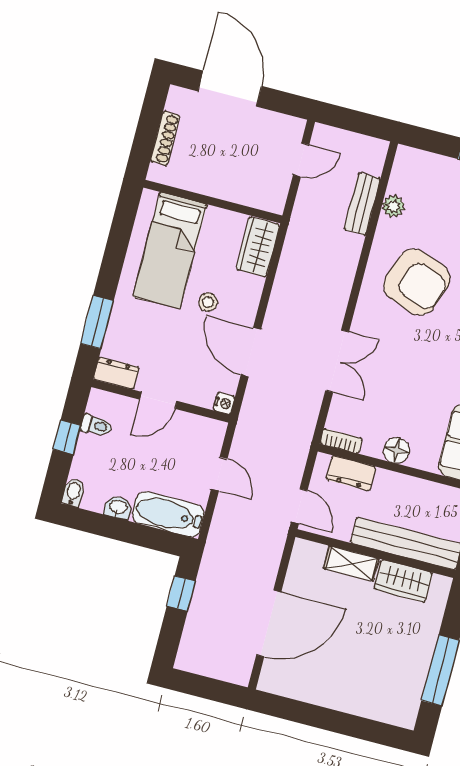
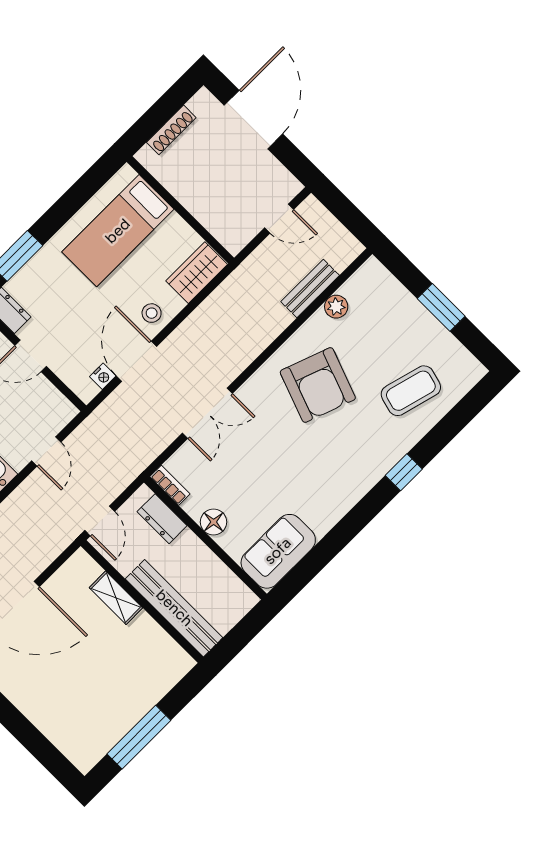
stool: (208, 302) -> (152, 313), moved
nightstand: (224, 403) -> (103, 376), moved
wardrobe: (403, 581) -> (152, 640), removed

